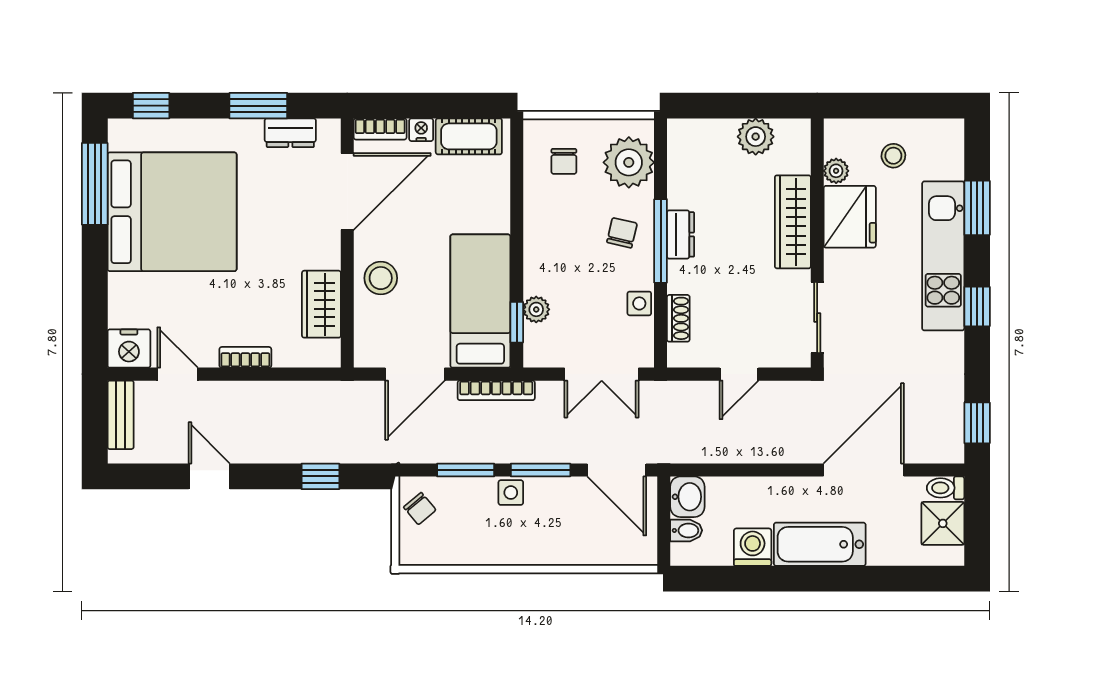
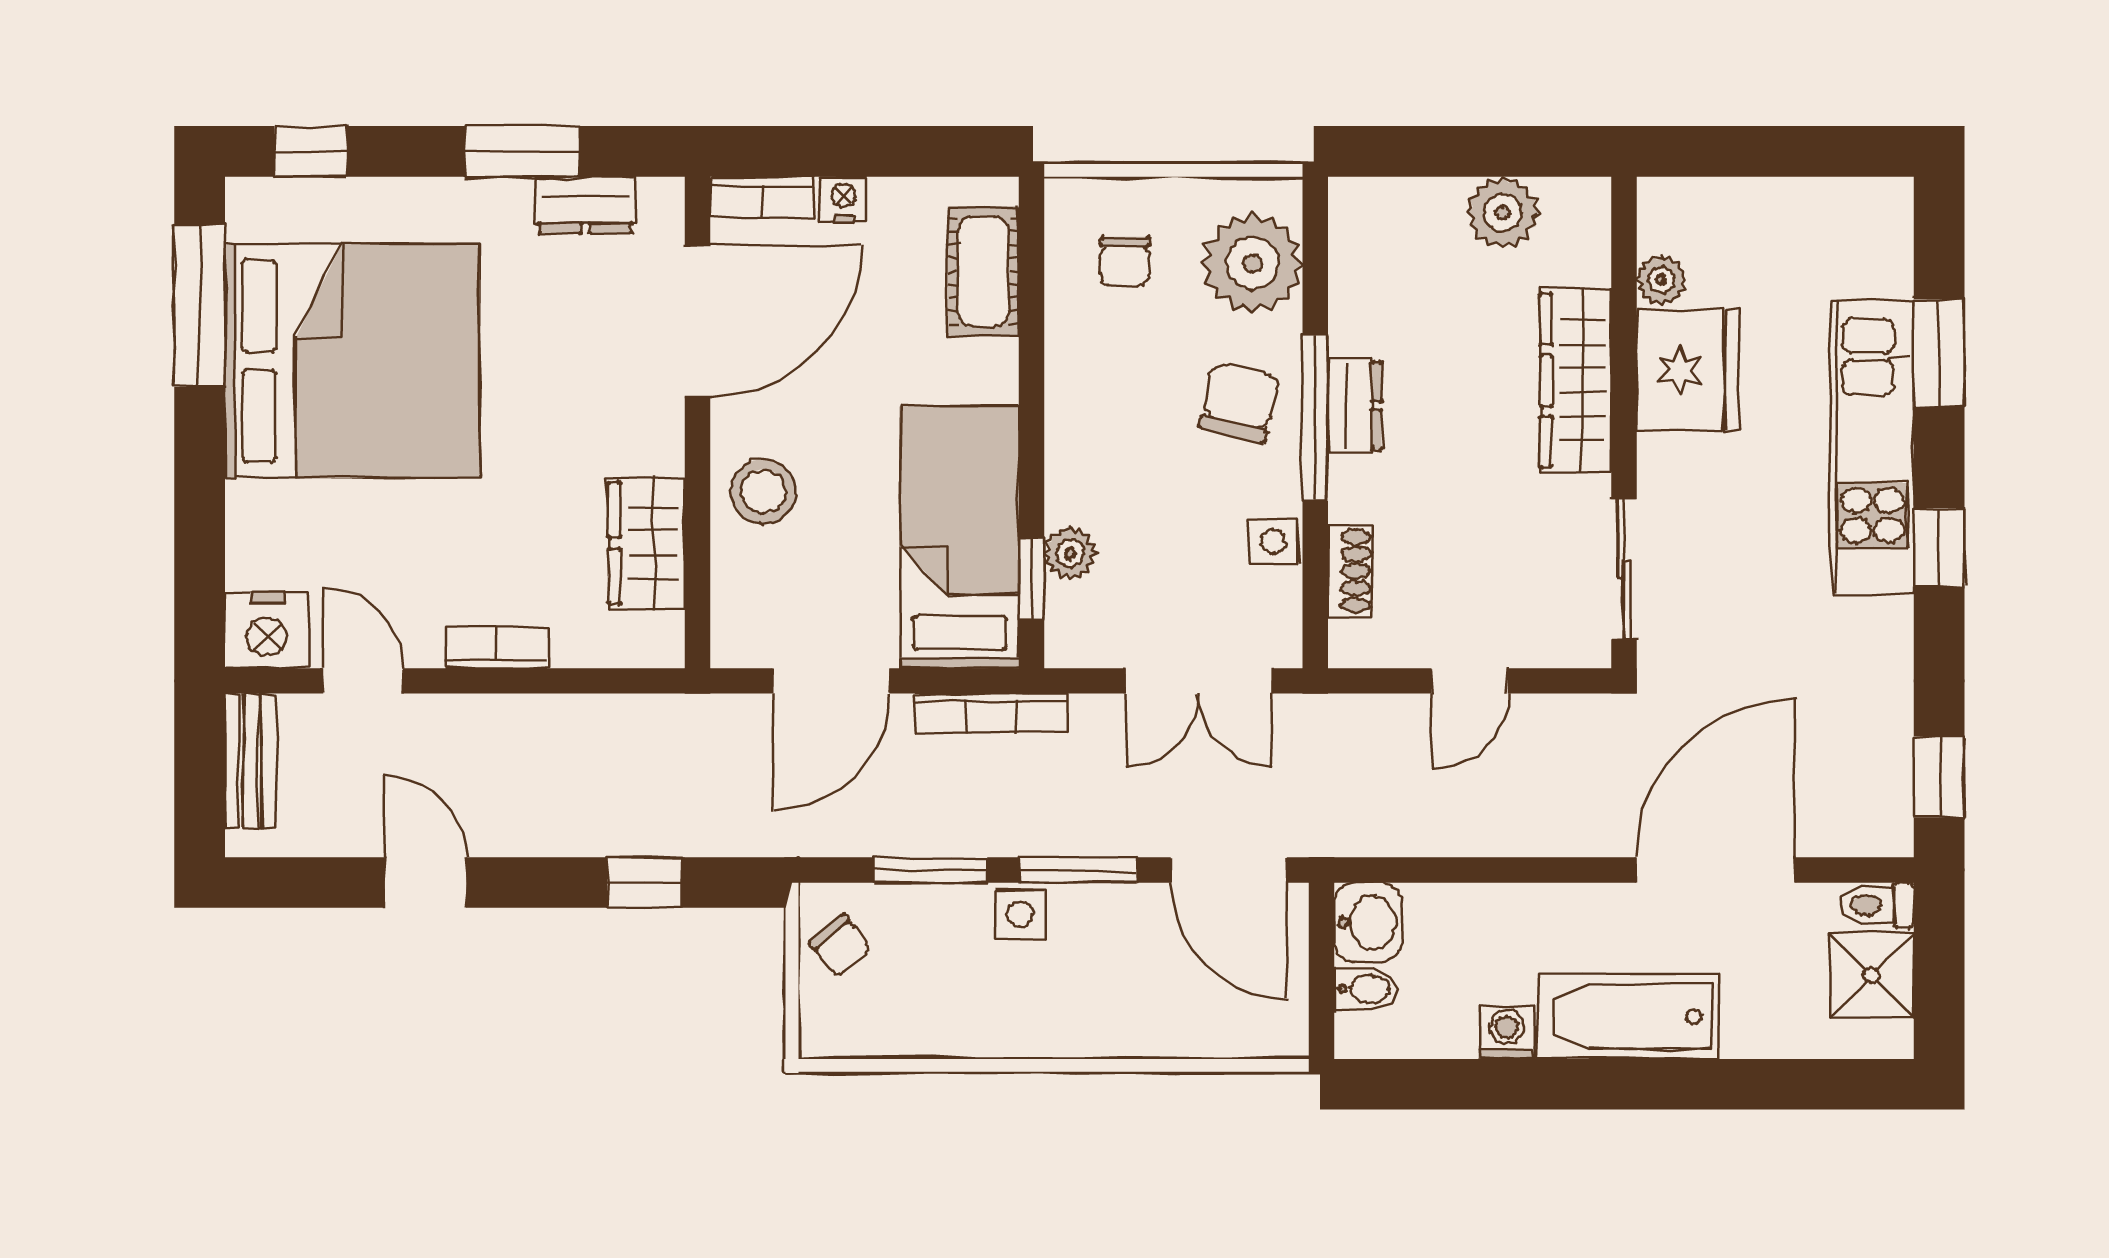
cot: (469, 136) -> (983, 271), moved, turned 90
stool: (893, 156) -> (1774, 250), removed
chair: (622, 233) -> (1239, 402), width x1.37, depth x1.37
washing machine: (753, 547) -> (1507, 1032), width x0.73, depth x0.73

